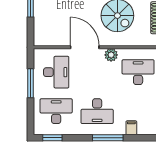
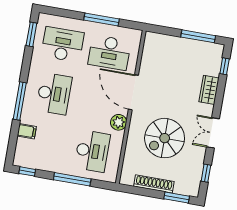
door: (85, 47) -> (133, 92), swing flipped
desk: (56, 111) -> (63, 44), turned -90
desk: (97, 111) -> (54, 94), turned 180

